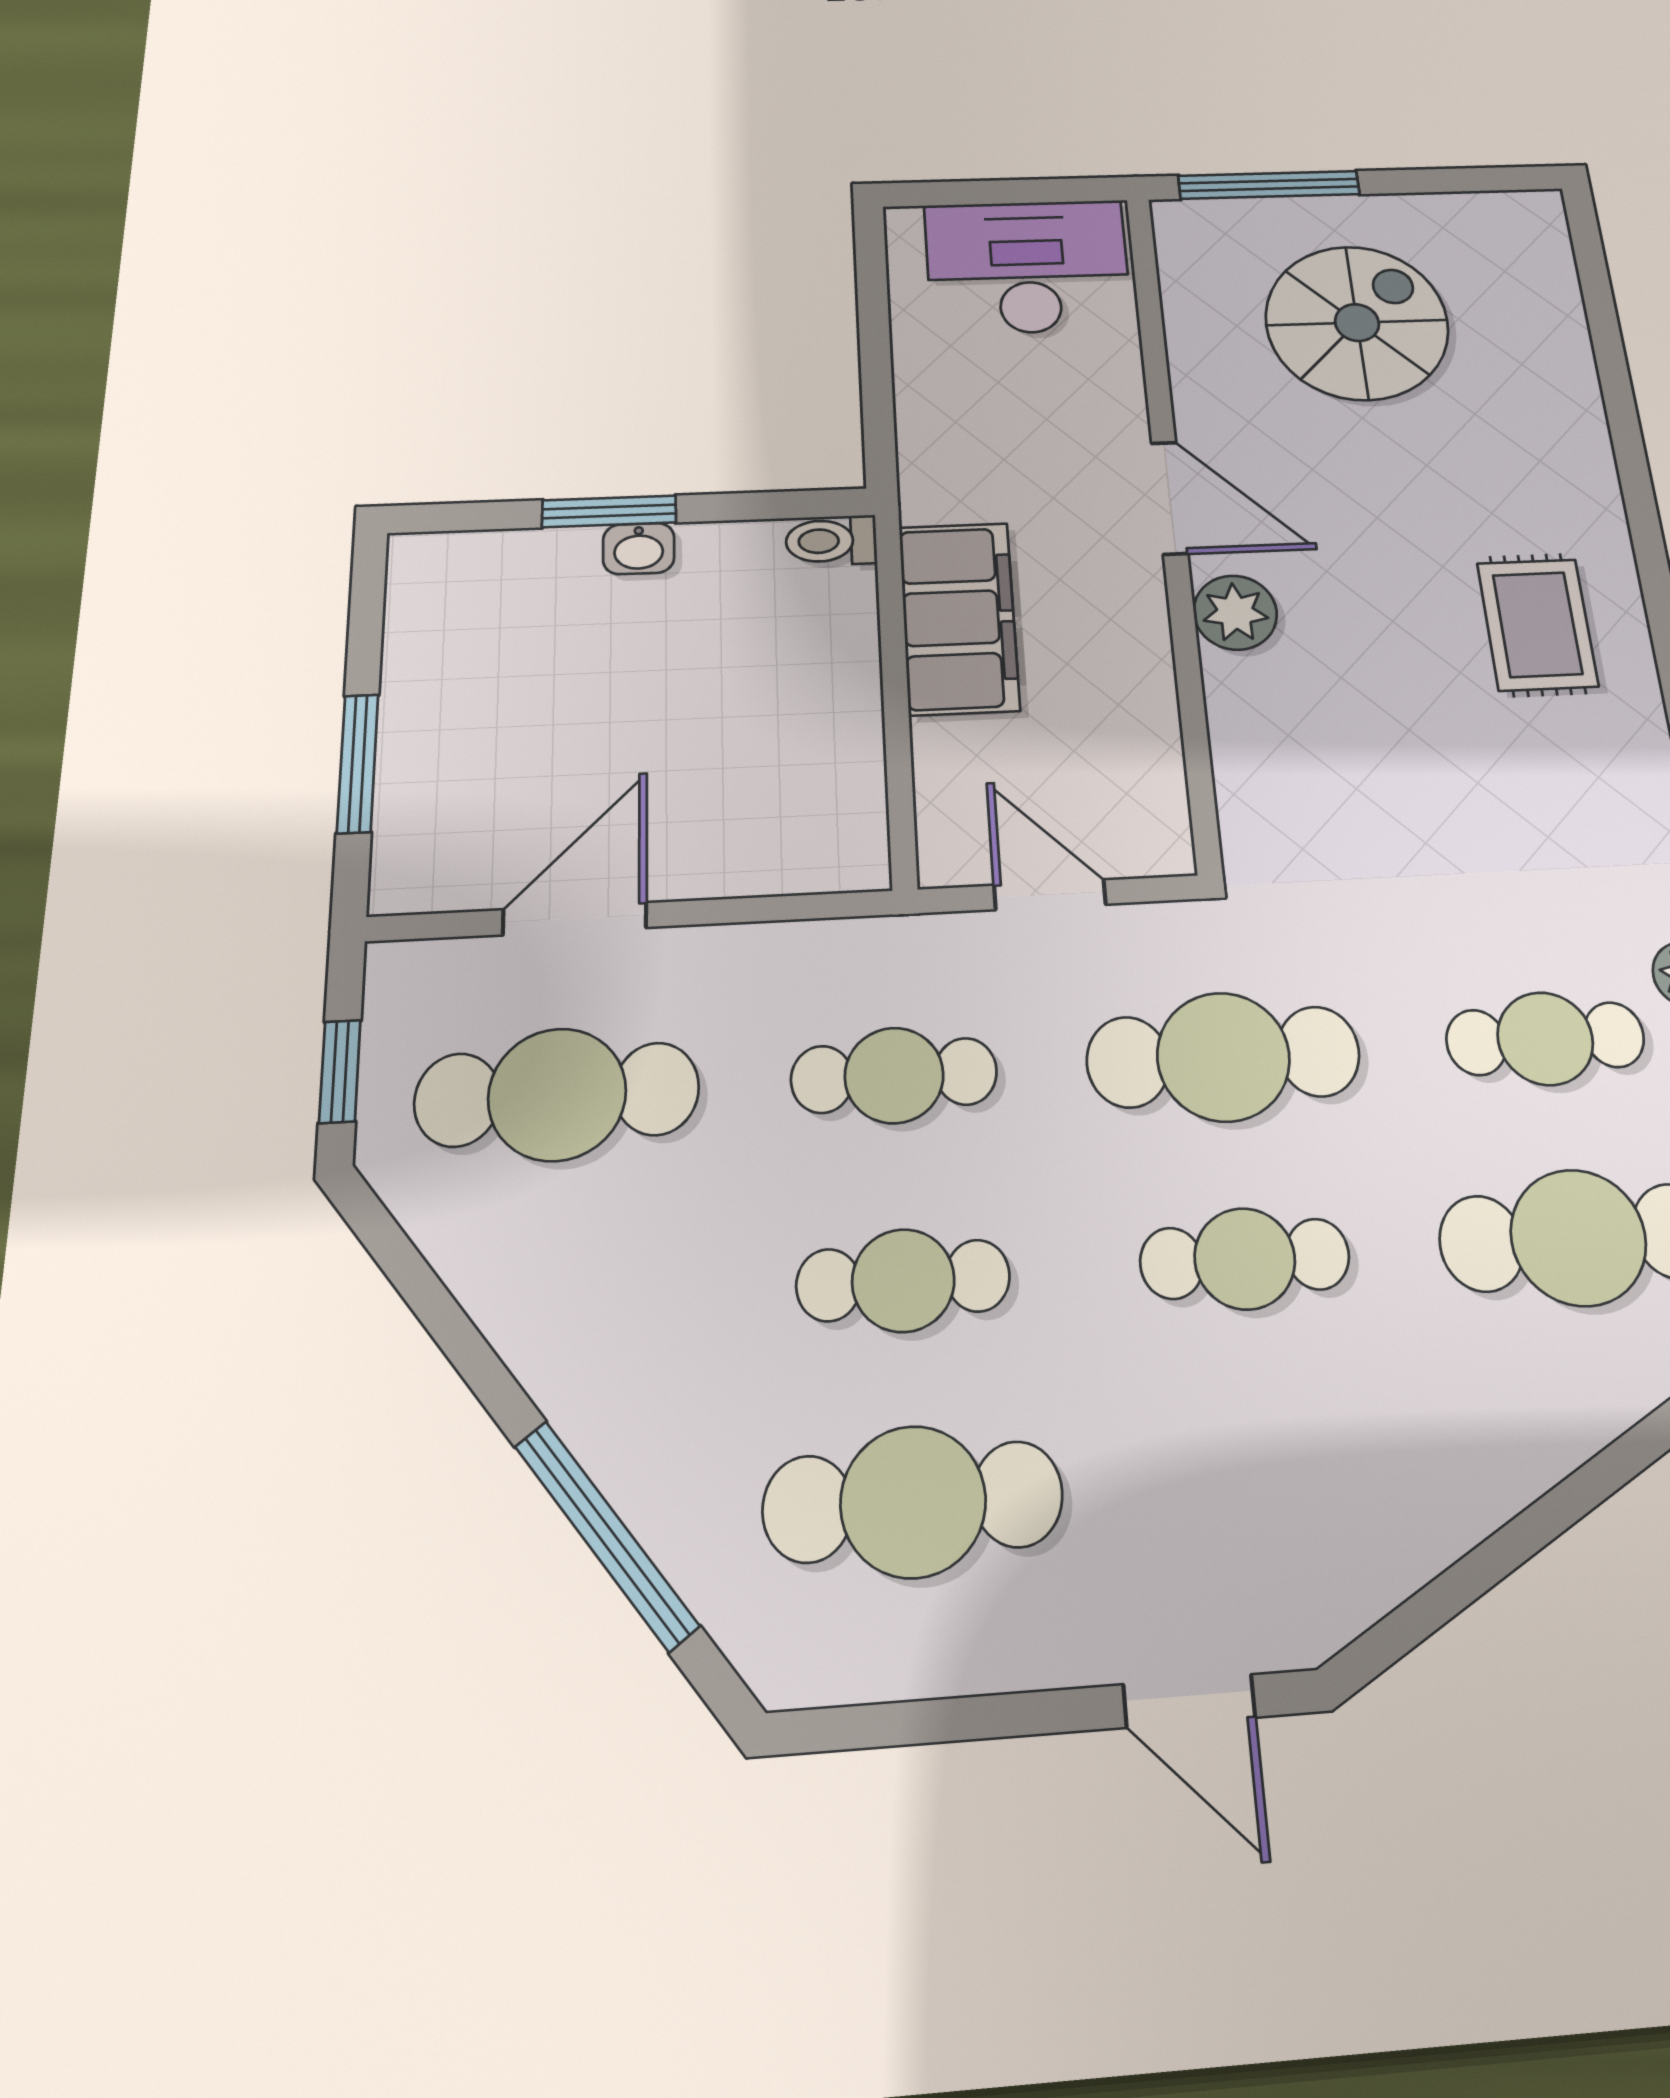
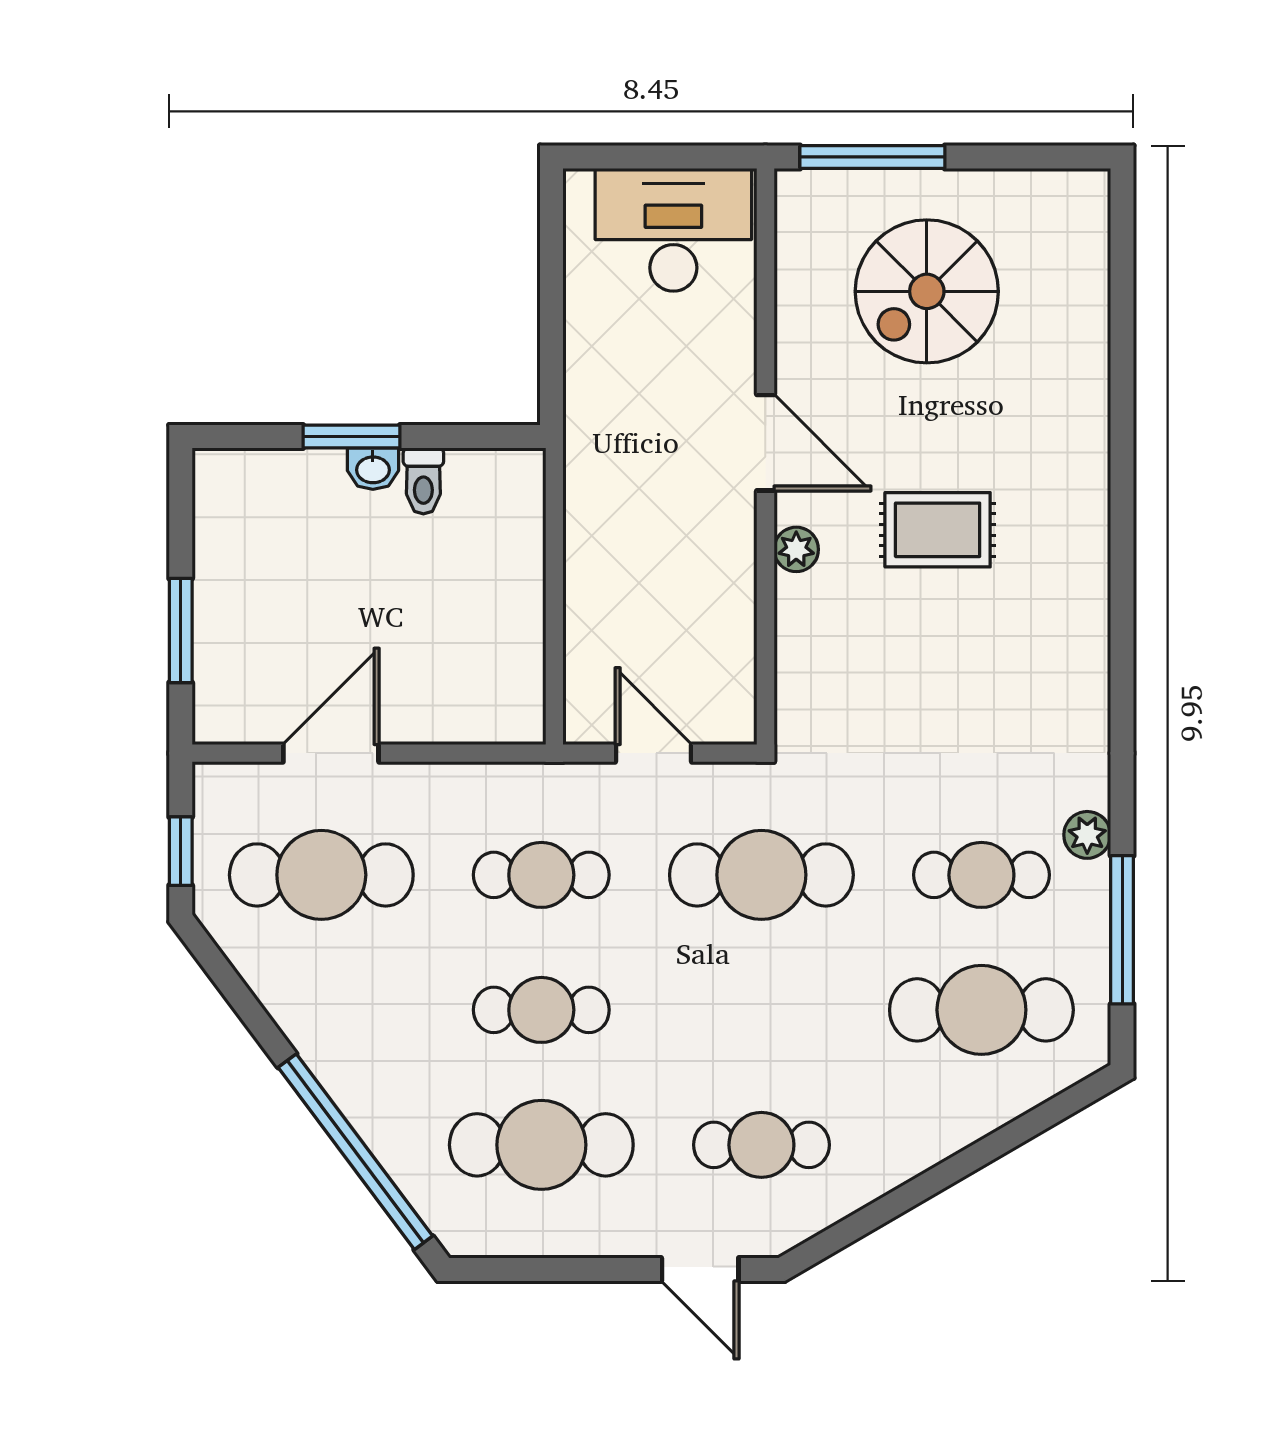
spiral stairs: (1357, 323) -> (927, 291), turned 180
toilet: (831, 541) -> (423, 481), moved, turned -90
plant: (1235, 613) -> (796, 549), width x0.73, depth x0.73
filing cabinet: (959, 618) -> (603, 536), removed
rug: (1537, 624) -> (938, 530), moved, turned 90
cafe table: (1245, 1259) -> (761, 1145), moved
window: (606, 1535) -> (355, 1152), width x1.46

